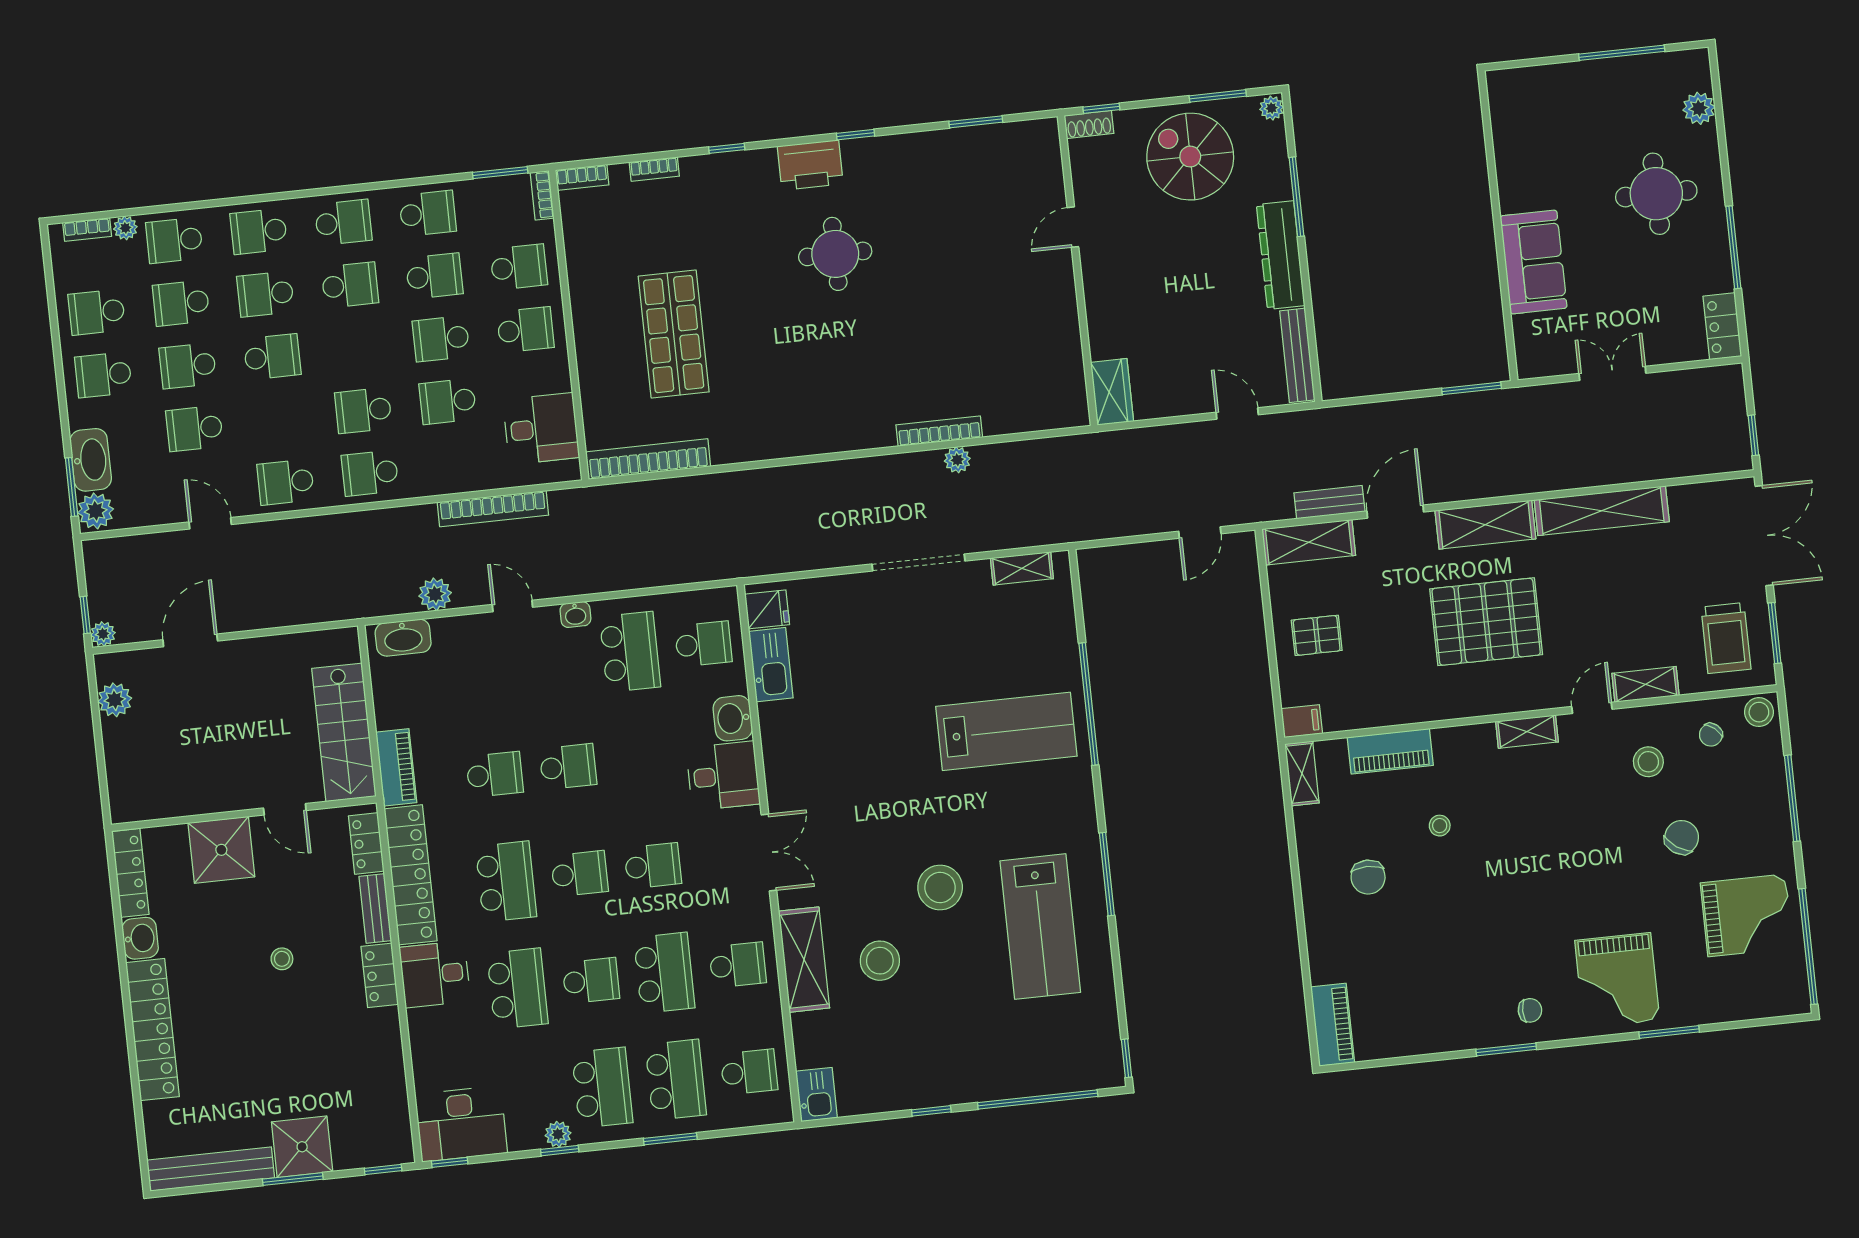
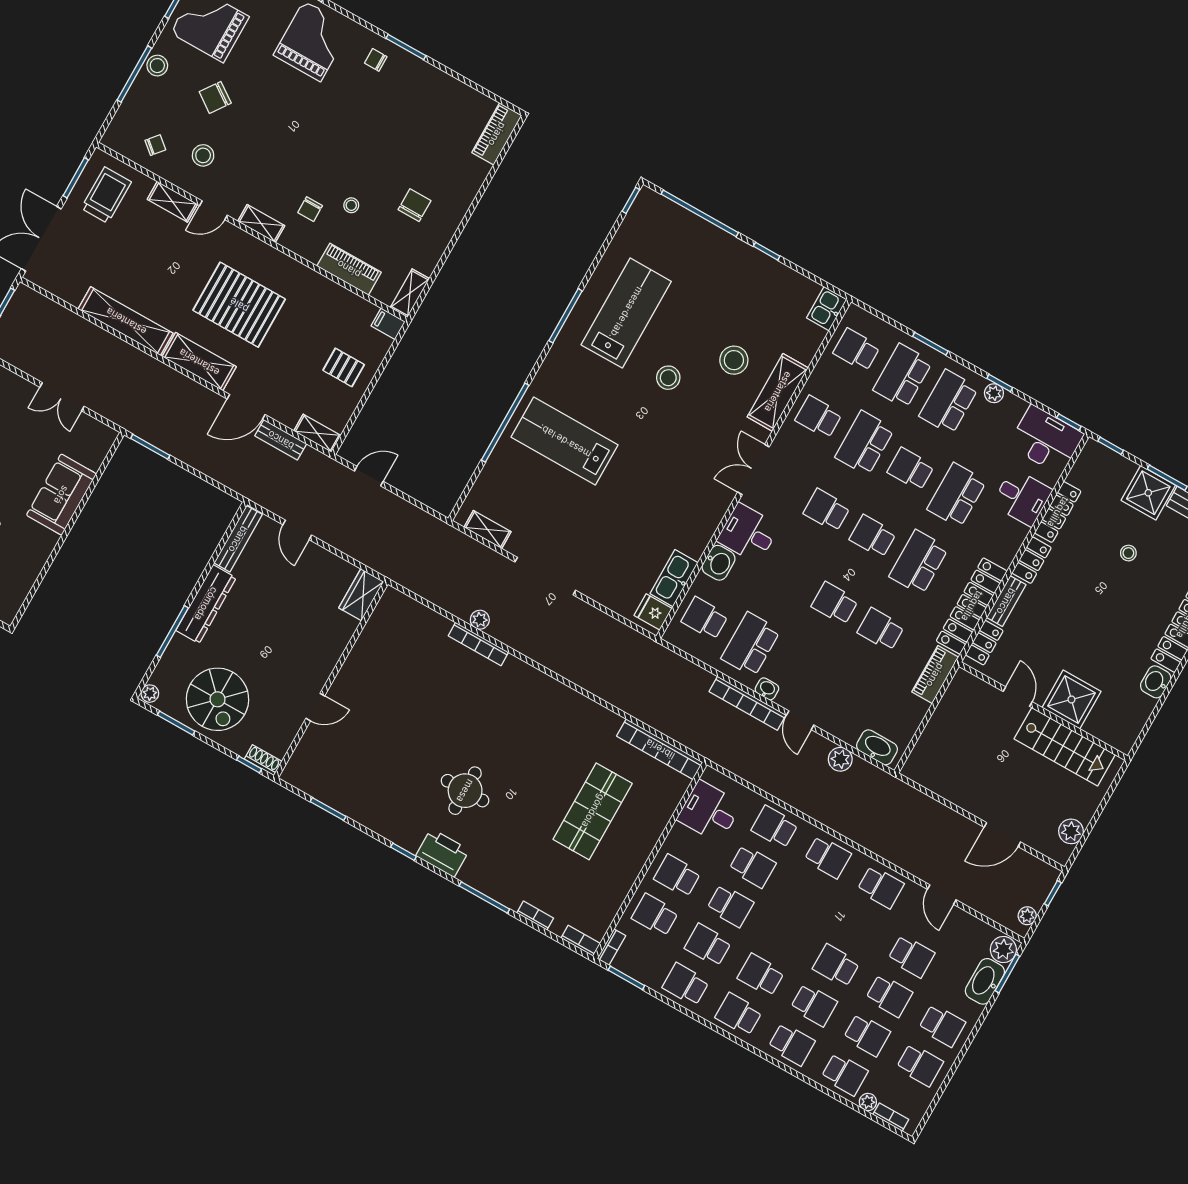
window: (727, 148) -> (484, 897), width x2.17
school desk: (363, 410) -> (775, 827), moved, turned 180
bookcase: (493, 509) -> (747, 703), moved, turned 180
shelving: (1309, 542) -> (317, 433), width x0.67, depth x0.75
plant: (103, 634) -> (1027, 916), moved
stool: (1759, 712) -> (157, 66), moved
stairs: (344, 732) -> (1065, 747), moved, turned 90
chair: (1483, 788) -> (310, 209), added
locker: (130, 873) -> (1058, 512), moved, turned 180
stool: (940, 887) -> (668, 378), width x0.73, depth x0.73
stool: (282, 959) -> (1128, 553), moved
desk: (435, 974) -> (1022, 497), moved

